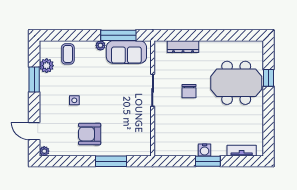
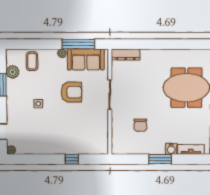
dresser: (183, 47) -> (126, 54), moved
chair: (189, 91) -> (140, 125), moved
armchair: (90, 134) -> (71, 92), moved, turned 180
water cooler: (205, 150) -> (171, 149), moved
window: (111, 161) -> (72, 159), width x0.46

